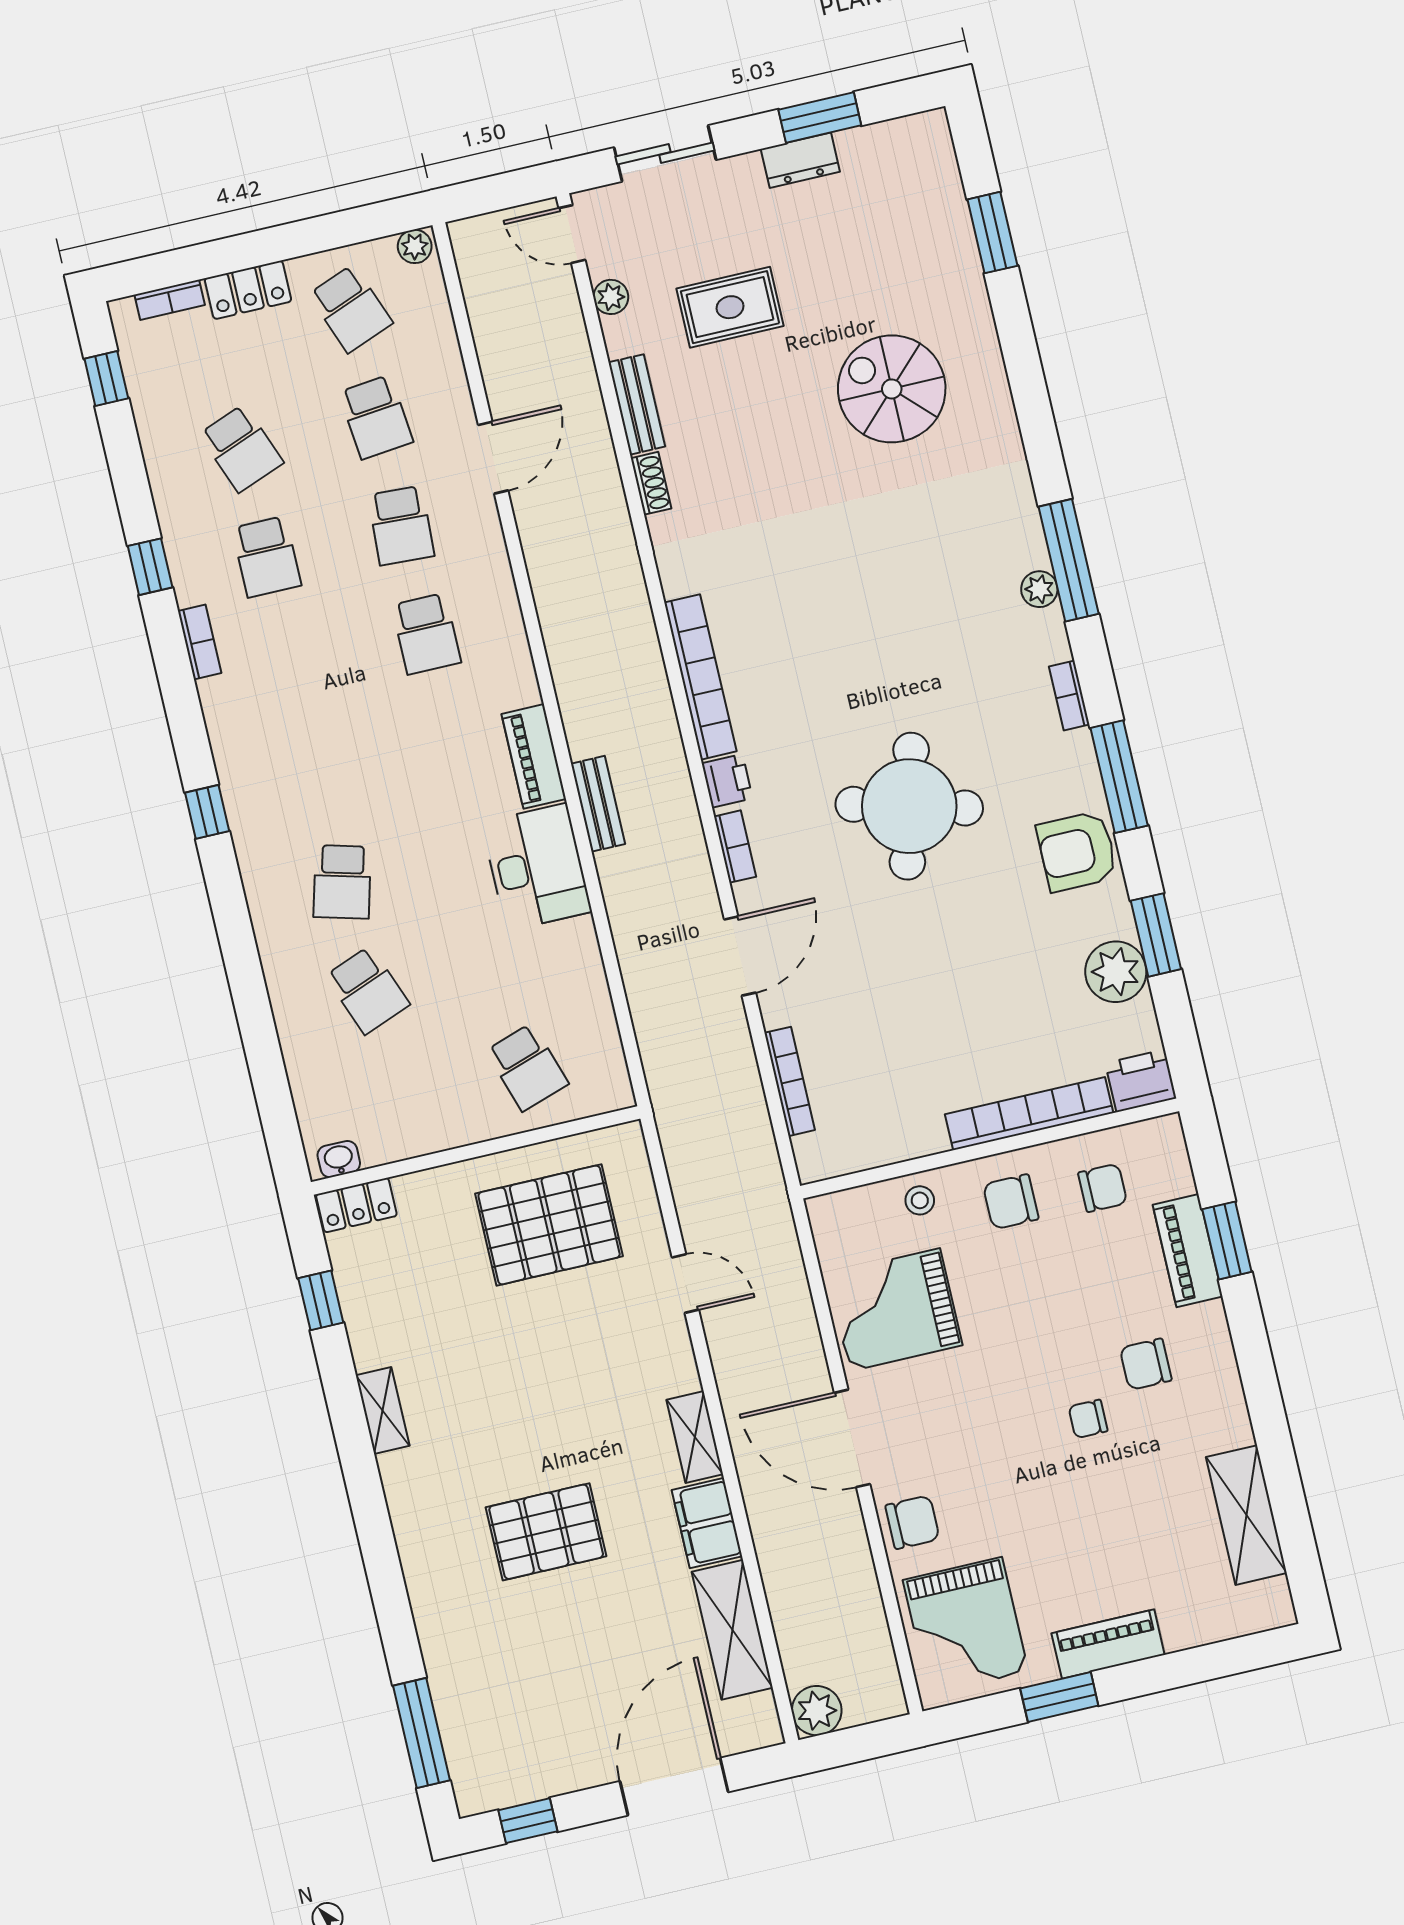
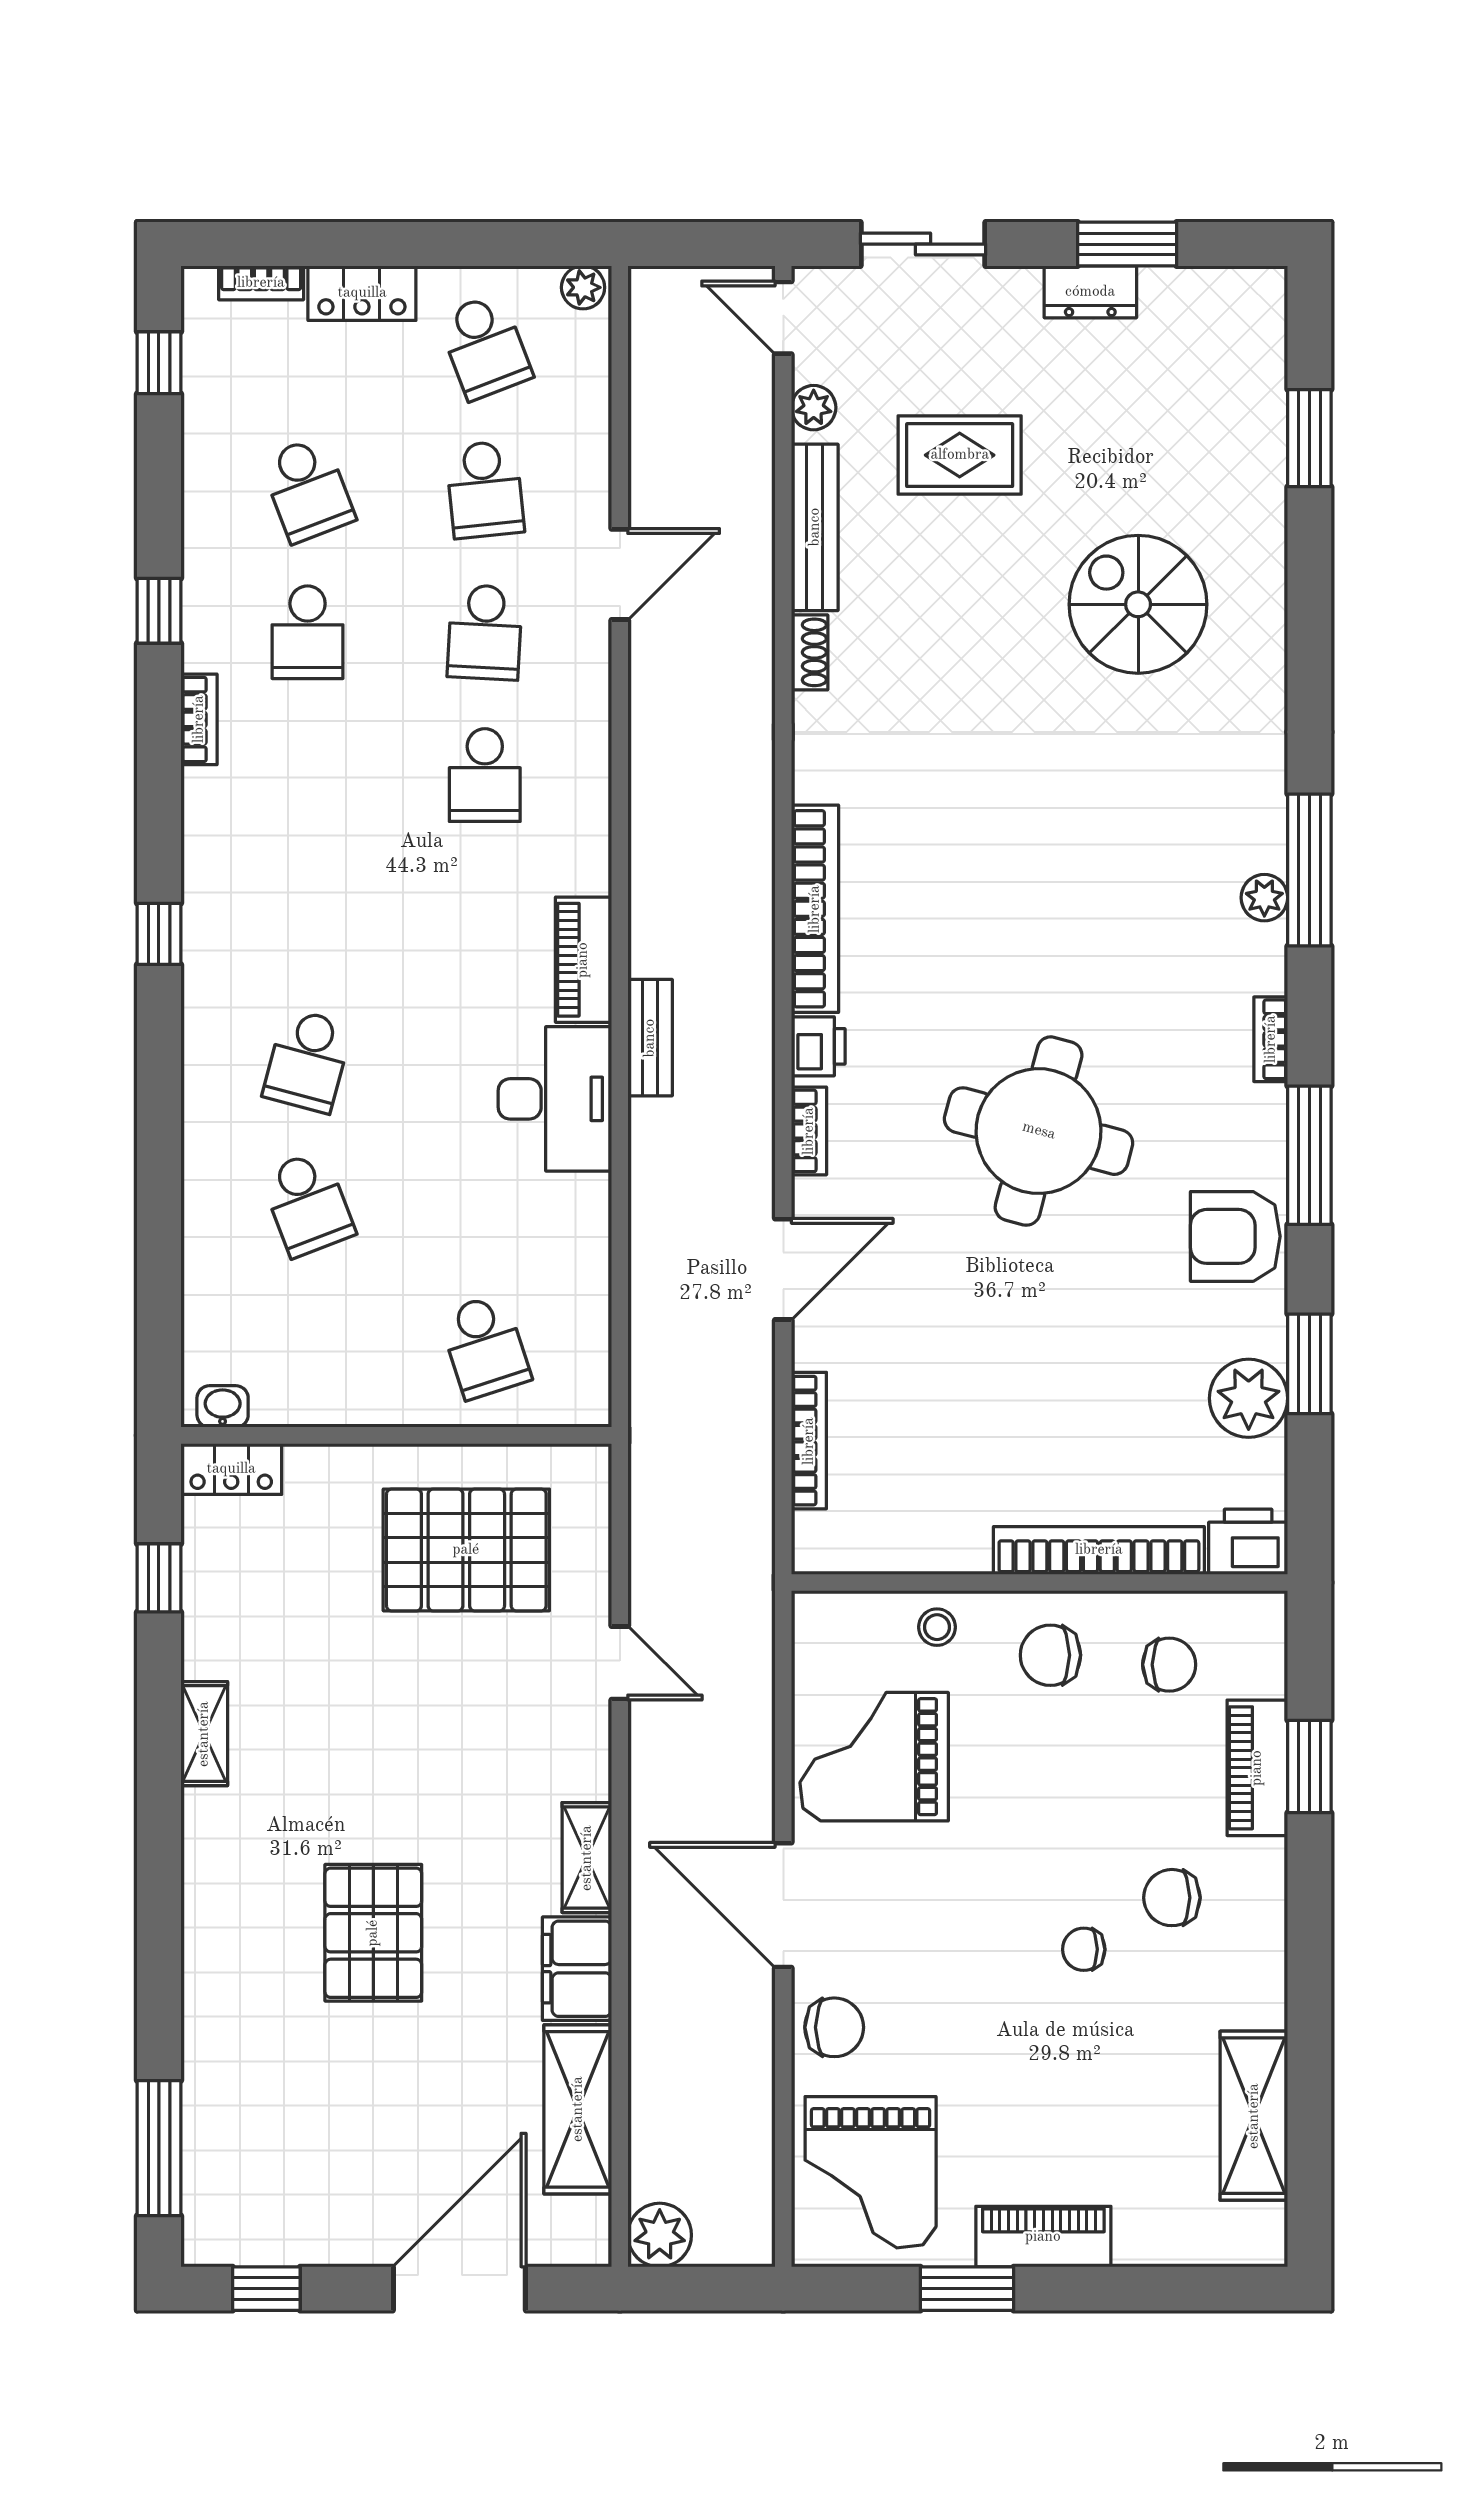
bench: (637, 404) -> (815, 527), width x1.36
pallet: (546, 1532) -> (373, 1933), turned 90

